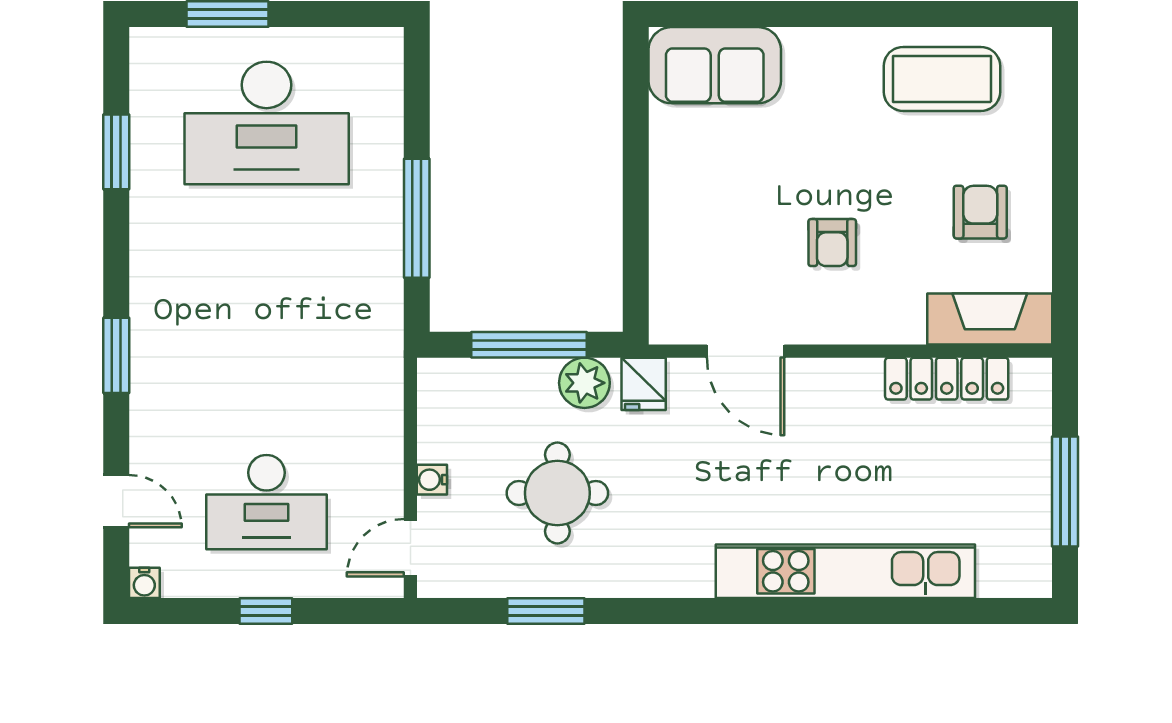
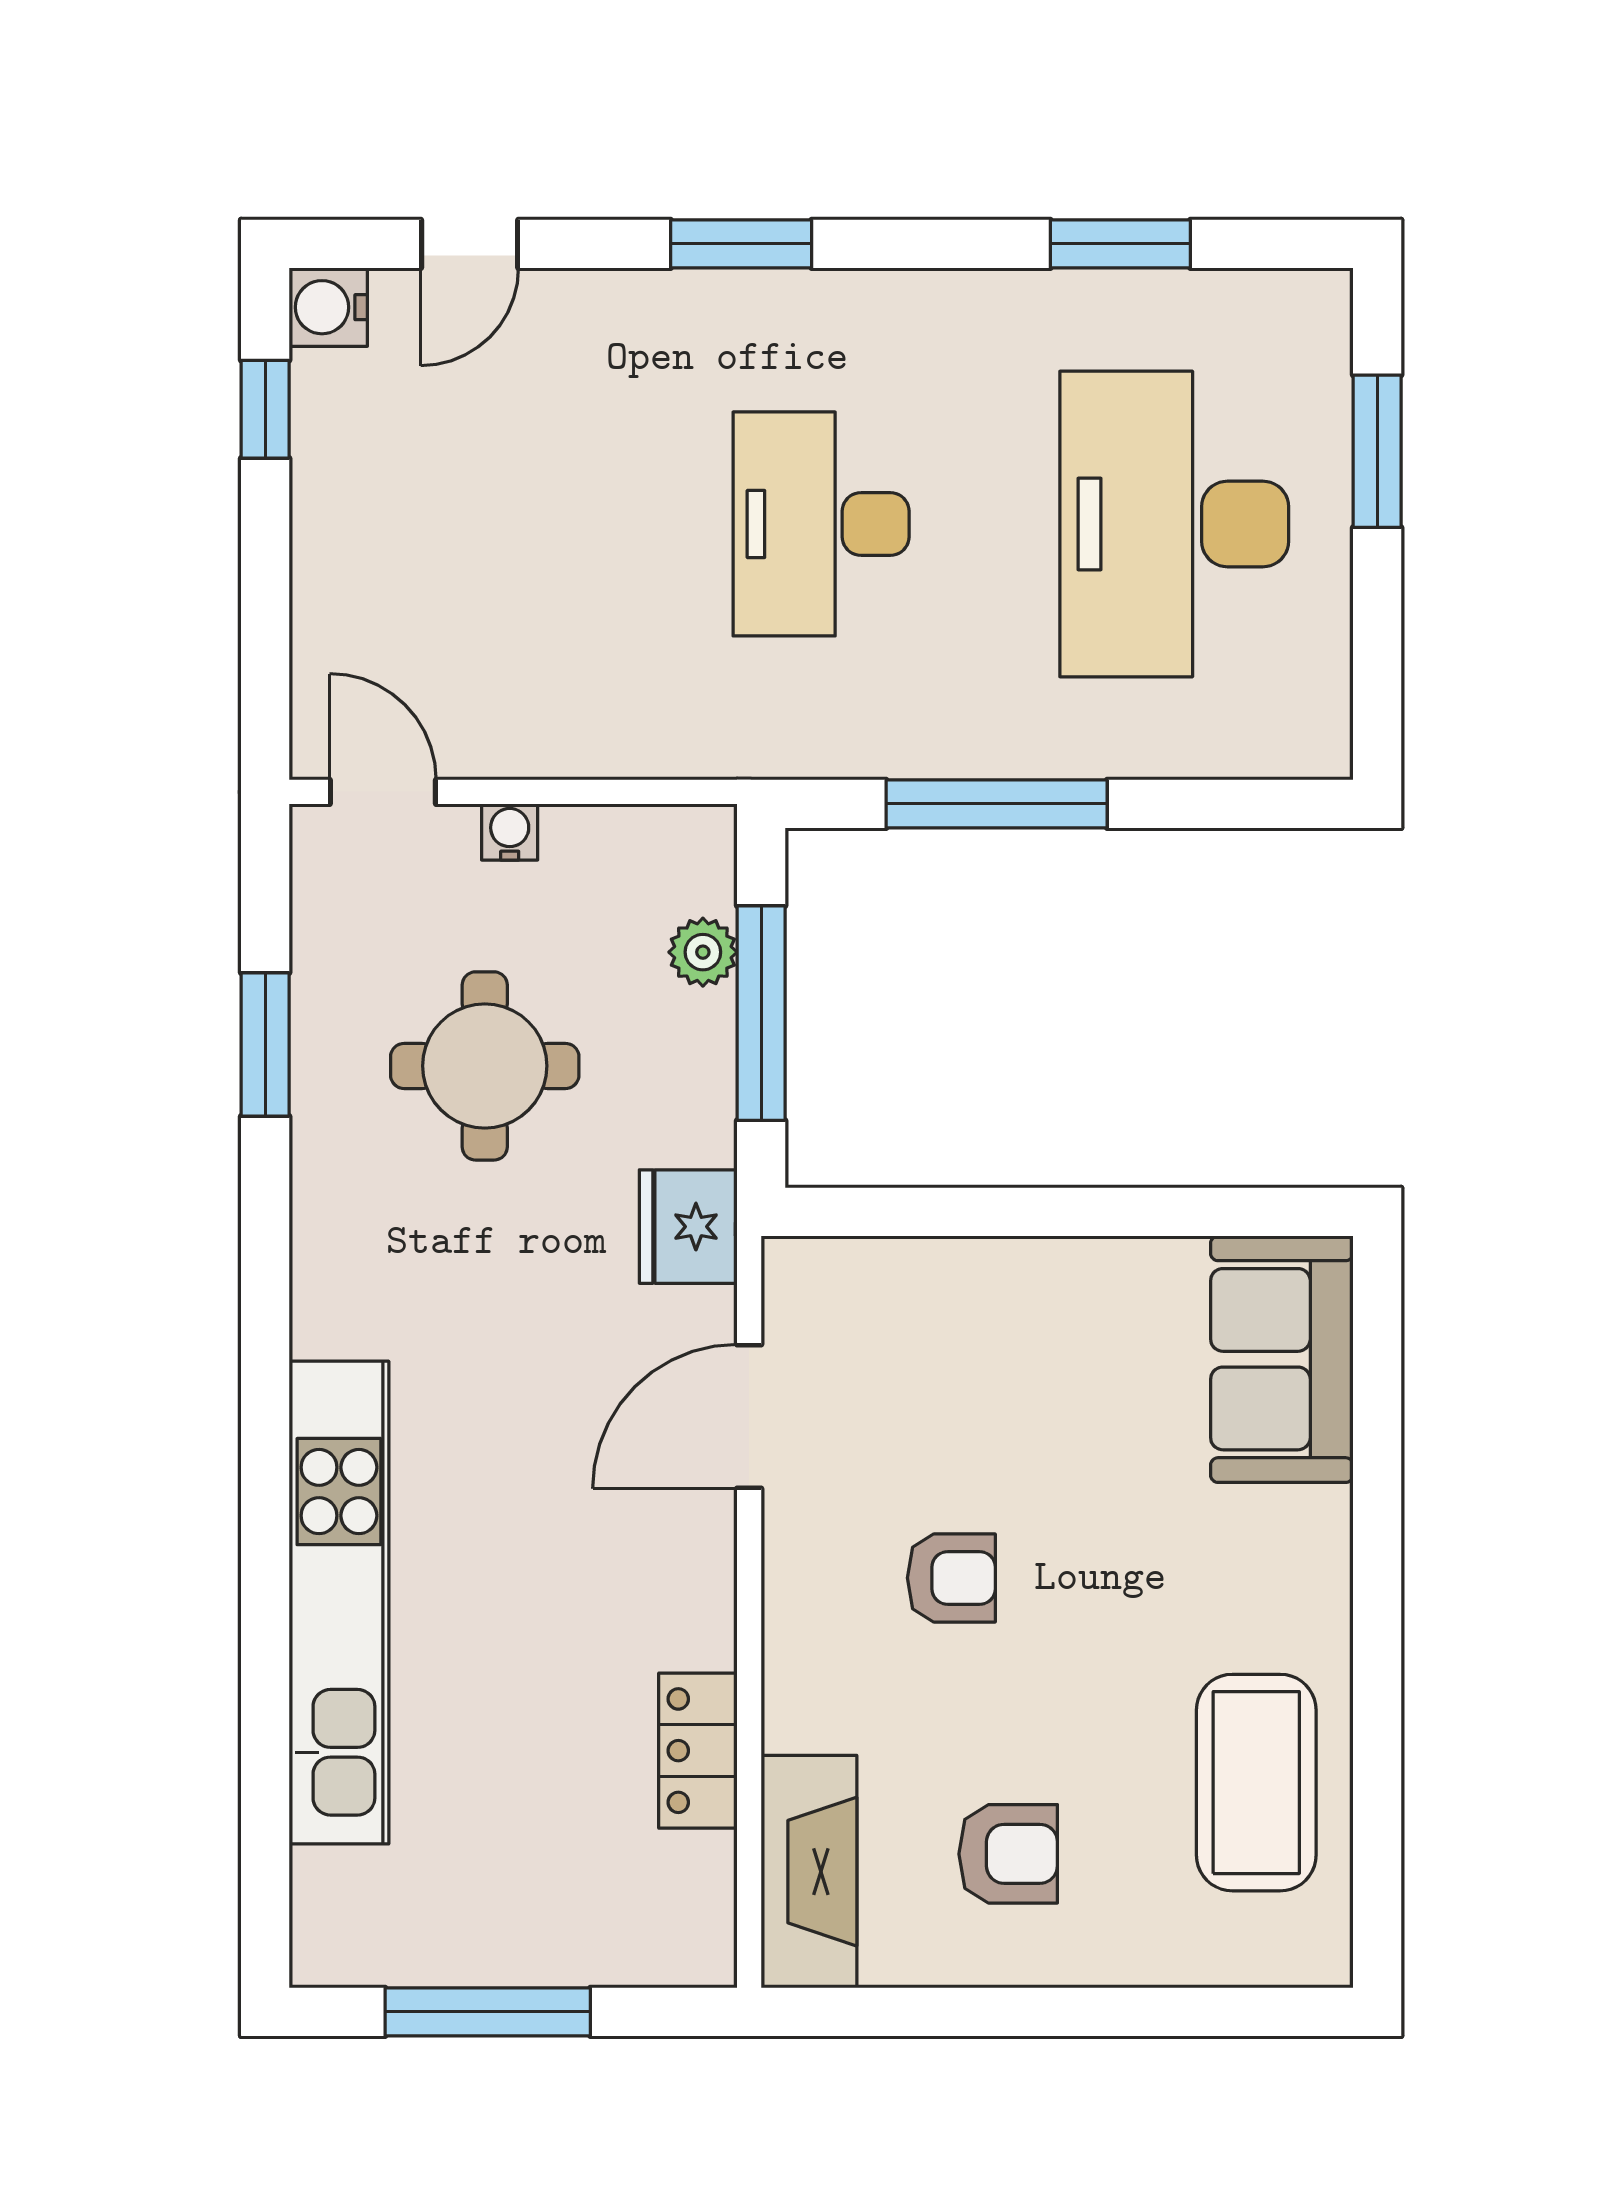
armchair: (832, 243) -> (951, 1578), turned 180
locker: (947, 379) -> (698, 1751), width x0.66
plant: (584, 383) -> (703, 952), moved, width x0.73, depth x0.73
fridge: (644, 384) -> (688, 1227), width x1.38
desk: (267, 502) -> (821, 524), moved
water cooler: (144, 583) -> (328, 307), width x1.38, depth x1.38
window: (266, 611) -> (265, 409), moved

